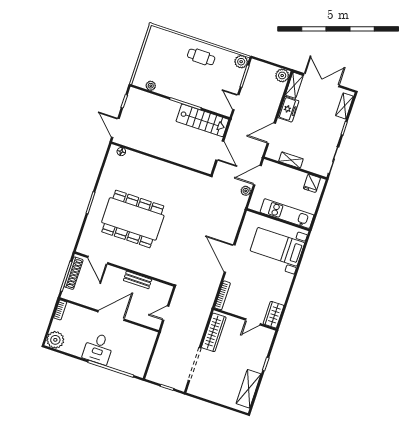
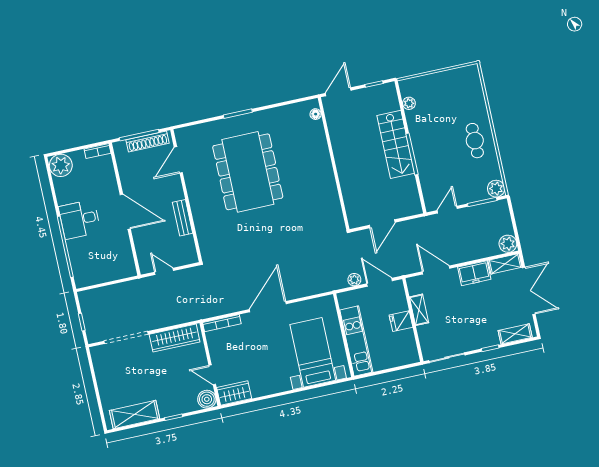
stairs: (202, 120) -> (396, 144), moved
fridge: (312, 183) -> (401, 321), moved
boiler: (267, 335) -> (207, 399), added

